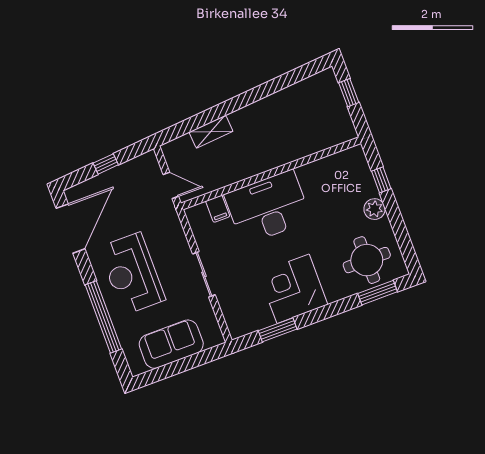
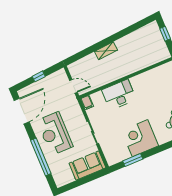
shelving: (211, 132) -> (106, 51), moved
desk: (268, 207) -> (119, 95), width x0.73, depth x0.77
filing cabinet: (218, 209) -> (87, 102), moved
sofa: (171, 344) -> (87, 165), moved

